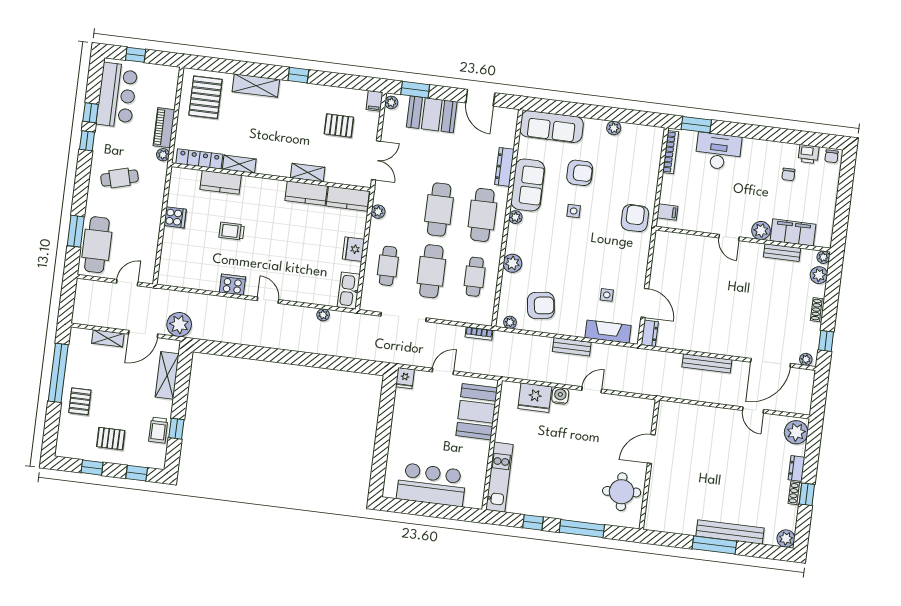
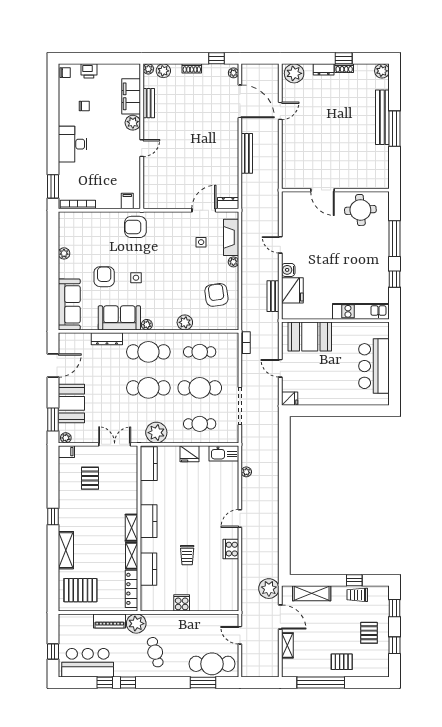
desk: (718, 151) -> (72, 144), moved
printer: (808, 154) -> (89, 71), moved, turned 90
plant: (163, 155) -> (136, 624), width x1.88, depth x1.88
shelving: (308, 172) -> (132, 528), moved
kitchen counter: (306, 193) -> (149, 521), moved
plant: (378, 212) -> (156, 433), width x1.87, depth x1.87
plant: (510, 322) -> (233, 262), moved
bench: (572, 347) -> (273, 296), moved
trolley: (158, 430) -> (357, 595), turned 180

